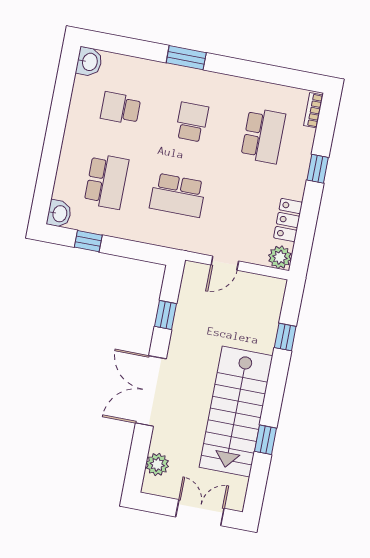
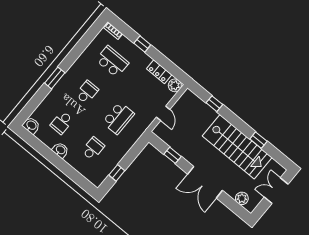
school desk: (192, 122) -> (87, 92), turned 90
school desk: (106, 181) -> (93, 149), width x0.54
washbasin: (59, 214) -> (60, 150), moved

